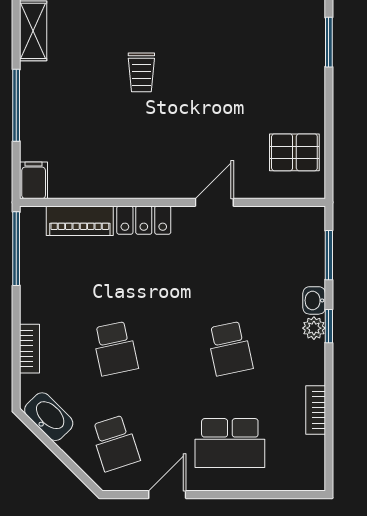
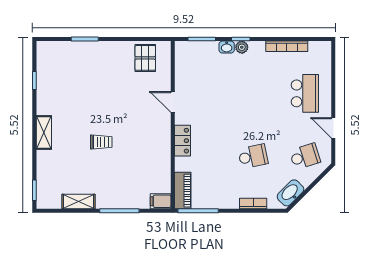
piano: (80, 221) -> (183, 191), moved
school desk: (230, 348) -> (253, 93), removed
bookcase: (316, 410) -> (287, 46), width x1.56

